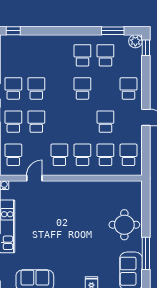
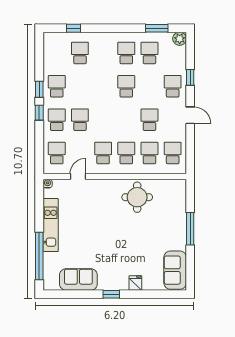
window: (13, 31) -> (74, 28), moved
window: (146, 48) -> (190, 77), moved
school desk: (36, 88) -> (80, 53), moved
round table: (124, 225) -> (137, 197), moved
window: (146, 253) -> (190, 229), moved

